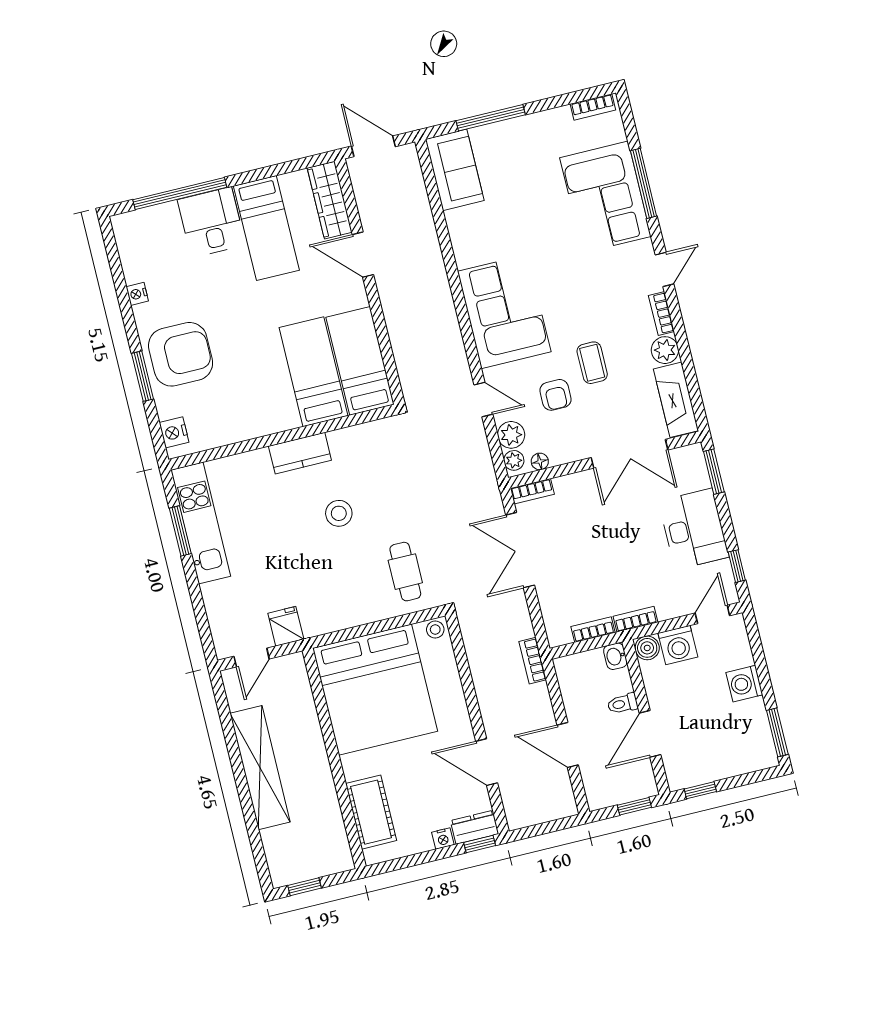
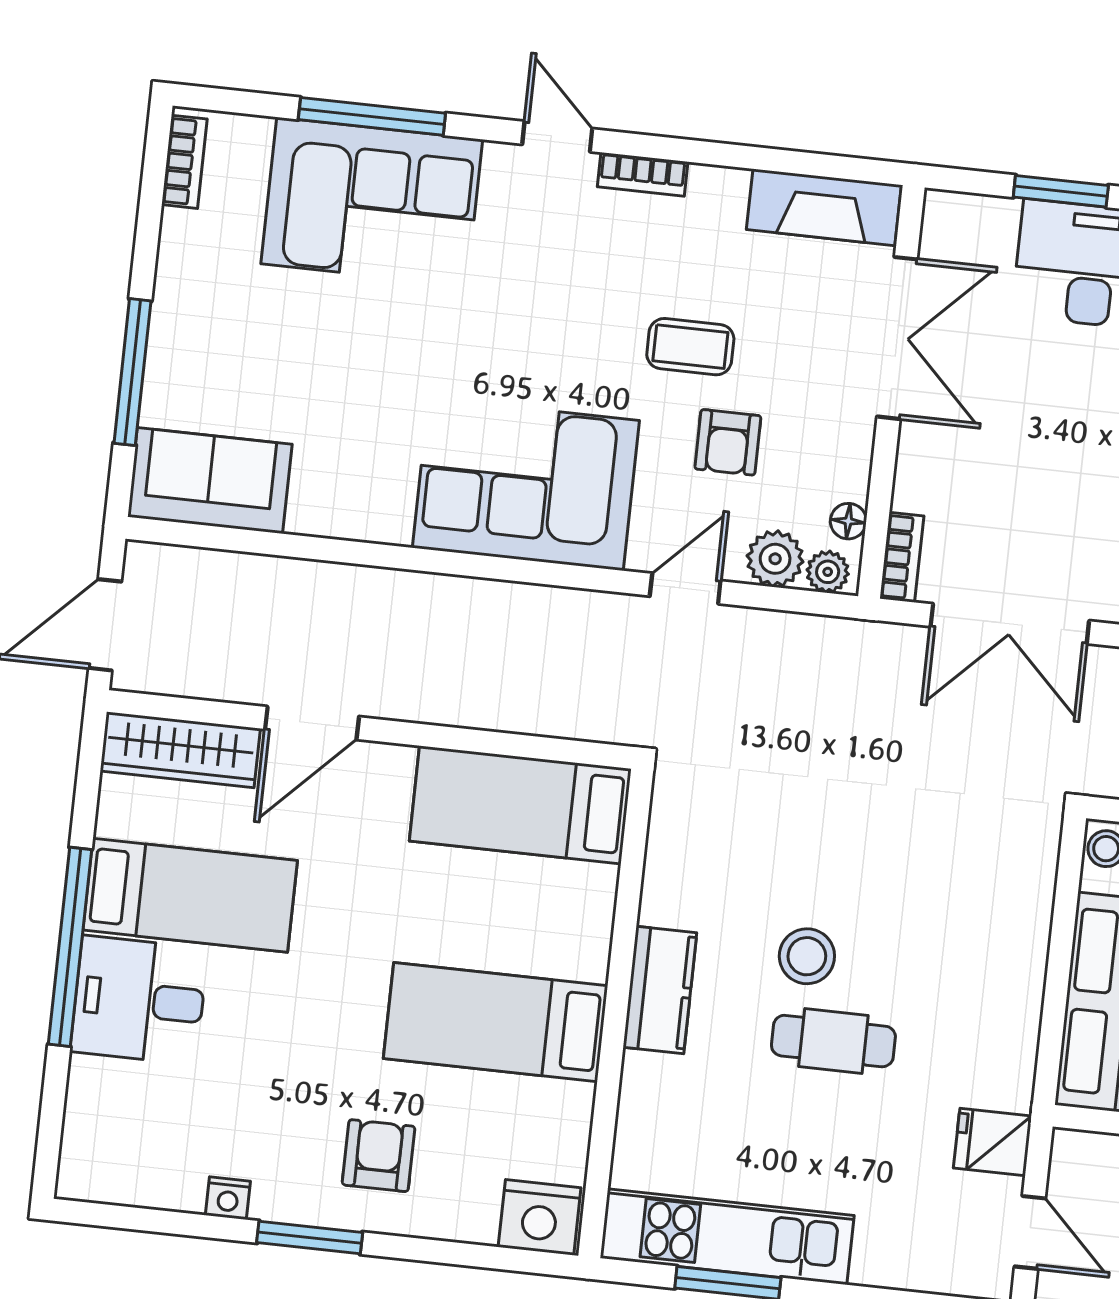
window: (180, 194) -> (70, 947), moved
plant: (665, 350) -> (717, 193), removed
armchair: (181, 354) -> (379, 1156), width x0.53, depth x0.53
bed: (313, 372) -> (496, 1022), moved
window: (142, 376) -> (310, 1237), moved
armchair: (555, 395) -> (728, 442), turned 90
nightstand: (174, 432) -> (540, 1217), width x1.36, depth x1.33
window: (714, 472) -> (1061, 191), moved
cafe table: (405, 572) -> (833, 1041), moved

